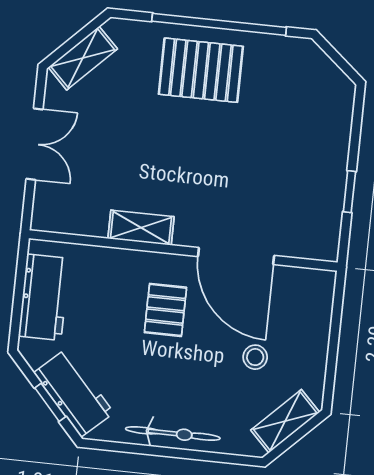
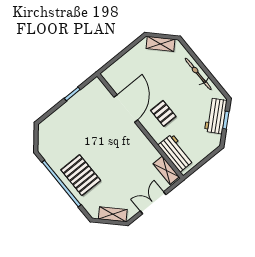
shelving: (141, 228) -> (166, 170), moved
workbench: (44, 297) -> (176, 153), moved, turned 90
pallet: (165, 310) -> (163, 113), turned 90
stool: (255, 357) -> (150, 72), removed

